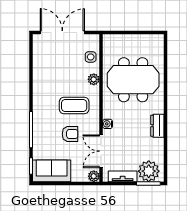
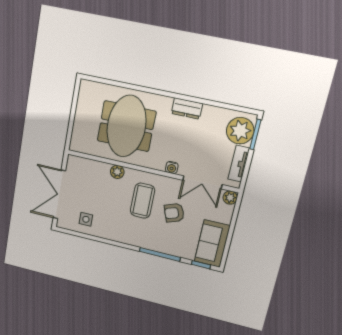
side table: (91, 57) -> (86, 219), moved
armchair: (70, 134) -> (174, 213), turned -110

